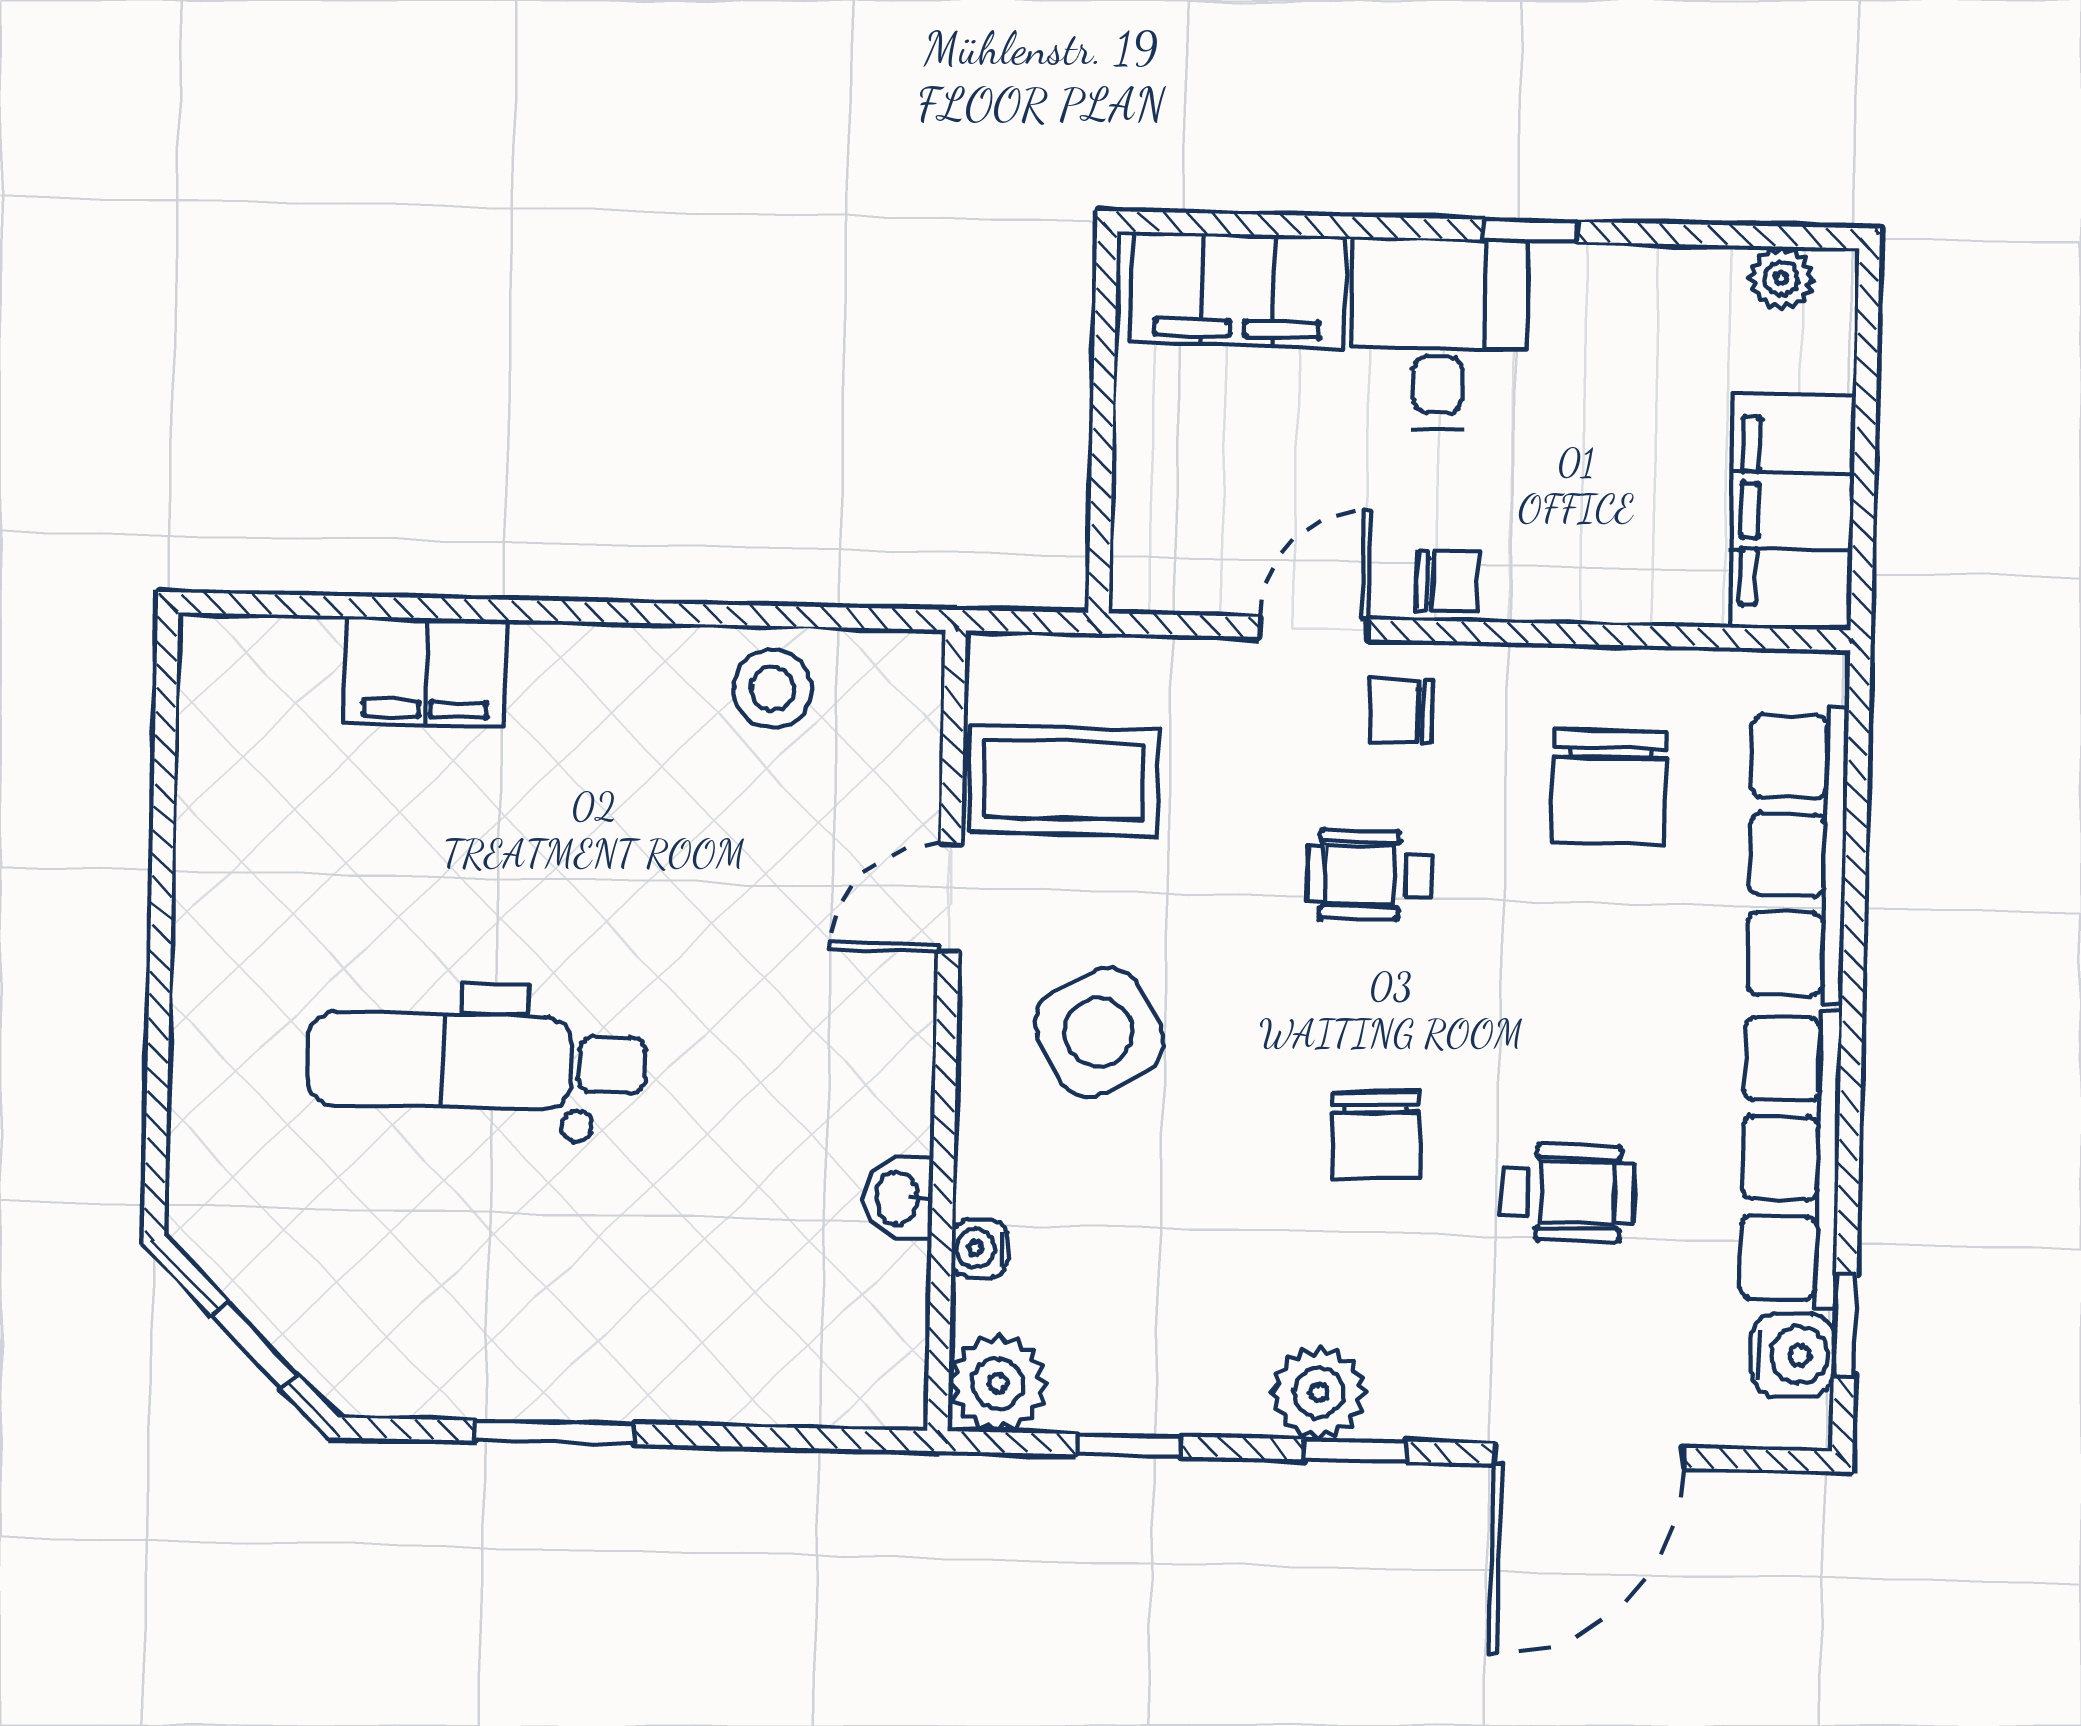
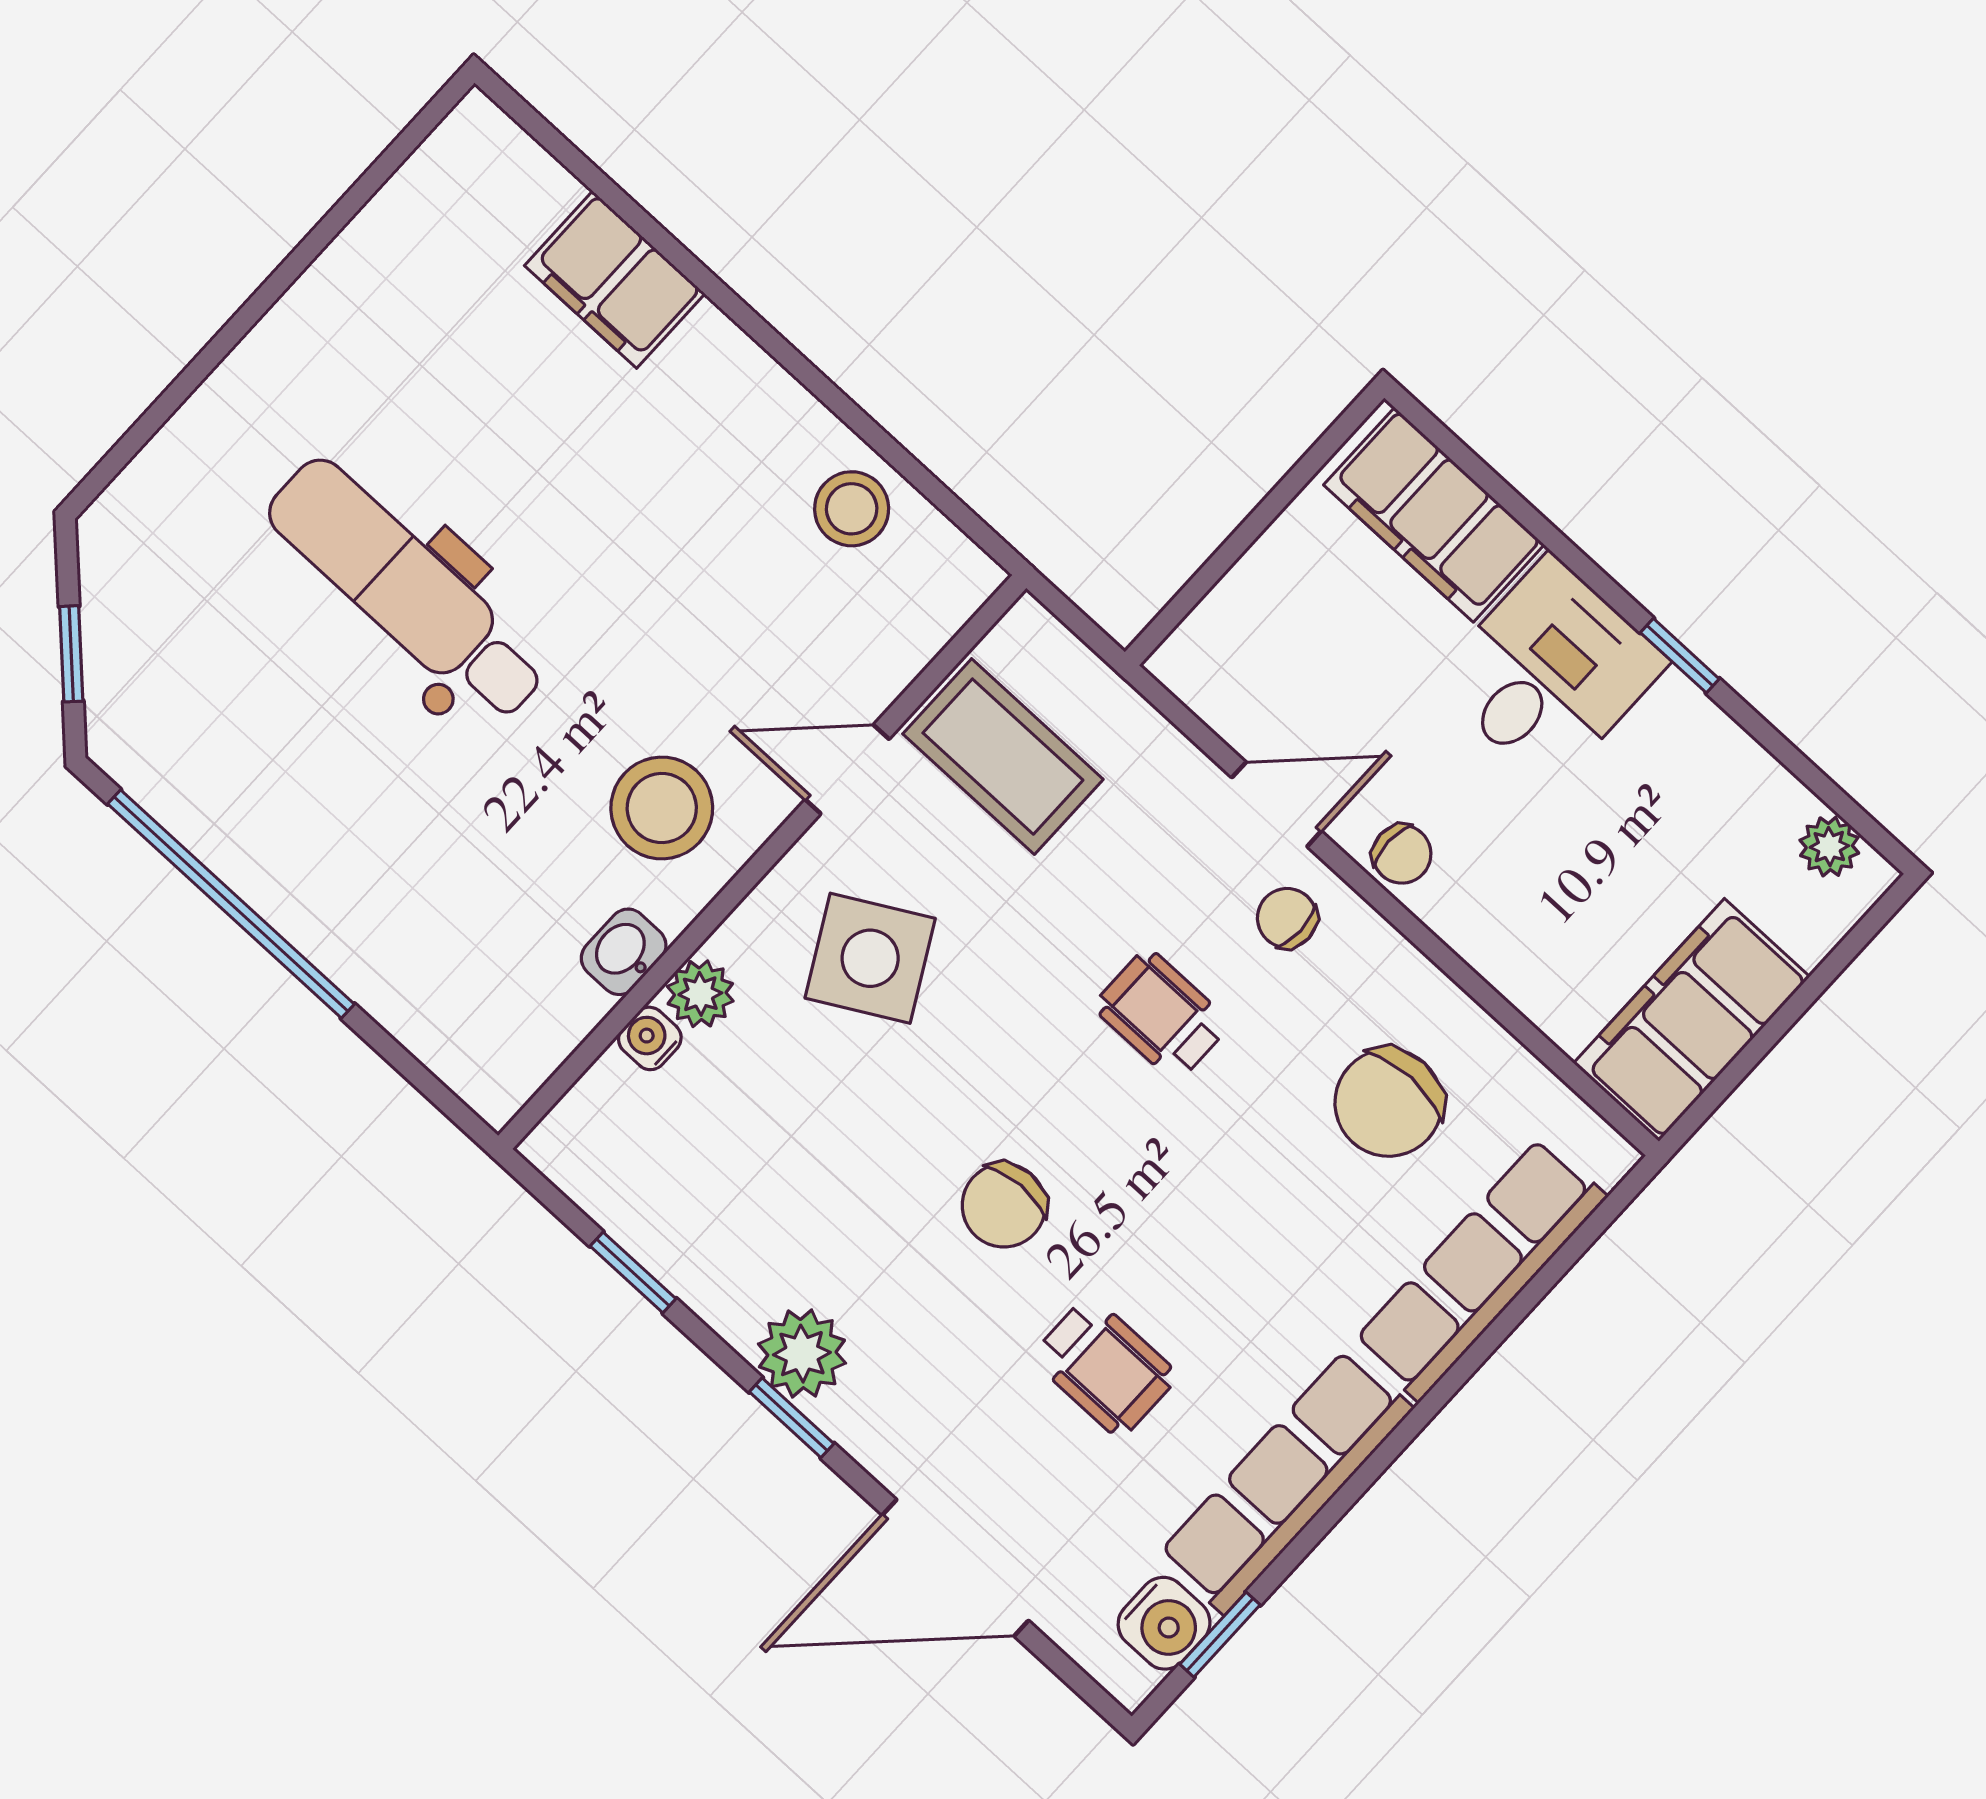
stool: (830, 1058) -> (662, 808), added
plant: (998, 1383) -> (700, 994), moved, width x0.73, depth x0.73
window: (555, 1432) -> (231, 904), width x2.11

